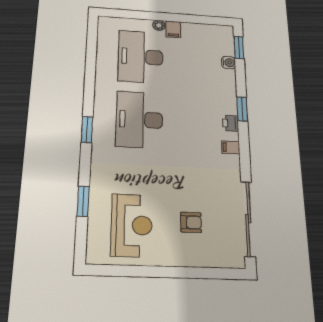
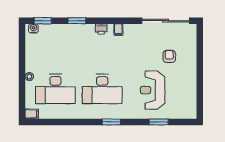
filing cabinet: (173, 29) -> (32, 114), moved
water cooler: (229, 63) -> (33, 28), moved
window: (242, 109) -> (77, 21), moved
reception desk: (132, 225) -> (152, 90), moved, turned -90

